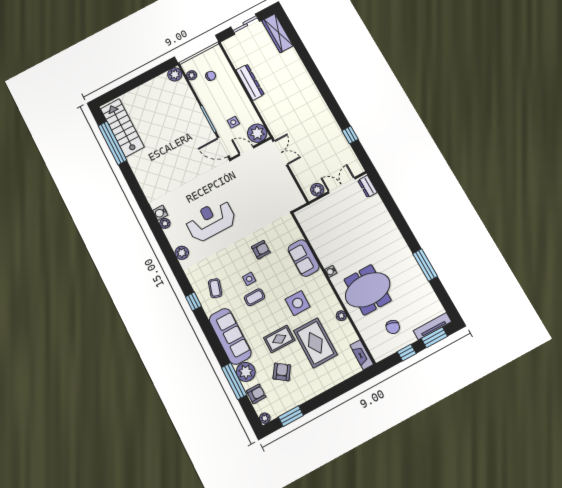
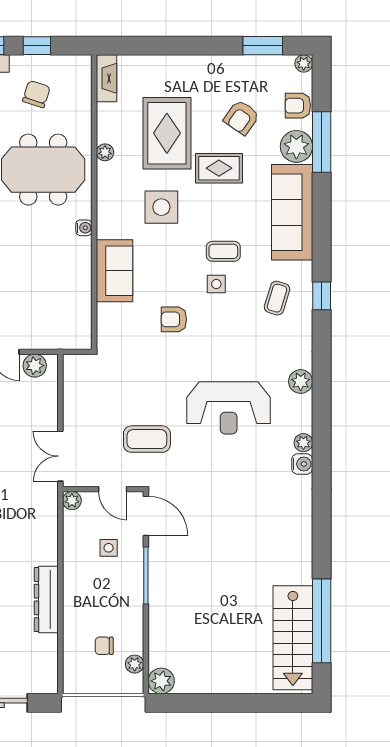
plant: (257, 133) -> (72, 501), width x0.53, depth x0.53
coffee table: (243, 184) -> (147, 439), added

